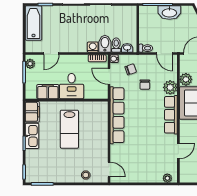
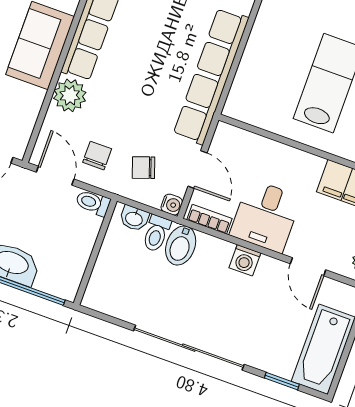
washing machine: (93, 47) -> (245, 260), moved
door: (51, 54) -> (308, 267), swing flipped
plant: (186, 79) -> (28, 101), removed
chair: (145, 85) -> (97, 156), moved
desk: (72, 86) -> (266, 216), moved, turned 180

